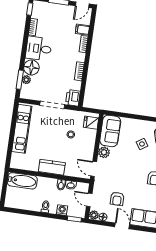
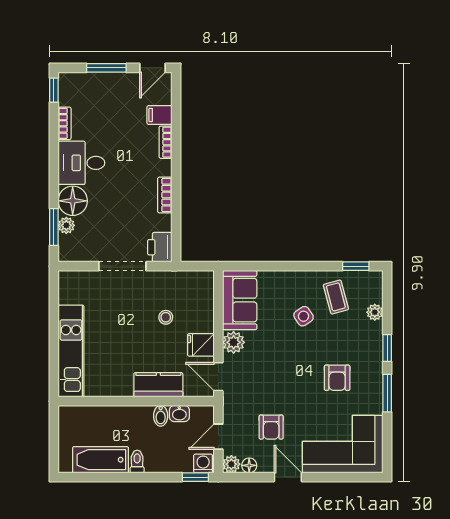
fridge: (91, 123) -> (201, 345), moved
kitchen unit: (22, 129) -> (71, 351), moved
kitchen counter: (52, 167) -> (158, 385), moved
bathtub: (22, 181) -> (101, 460), moved, turned 180
door: (89, 200) -> (218, 437), hinge flipped
washing machine: (62, 210) -> (203, 464), moved

